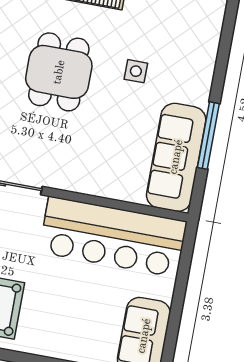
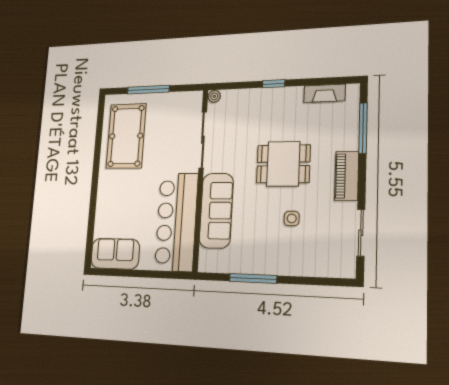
sofa: (176, 157) -> (216, 211), moved, turned 90

